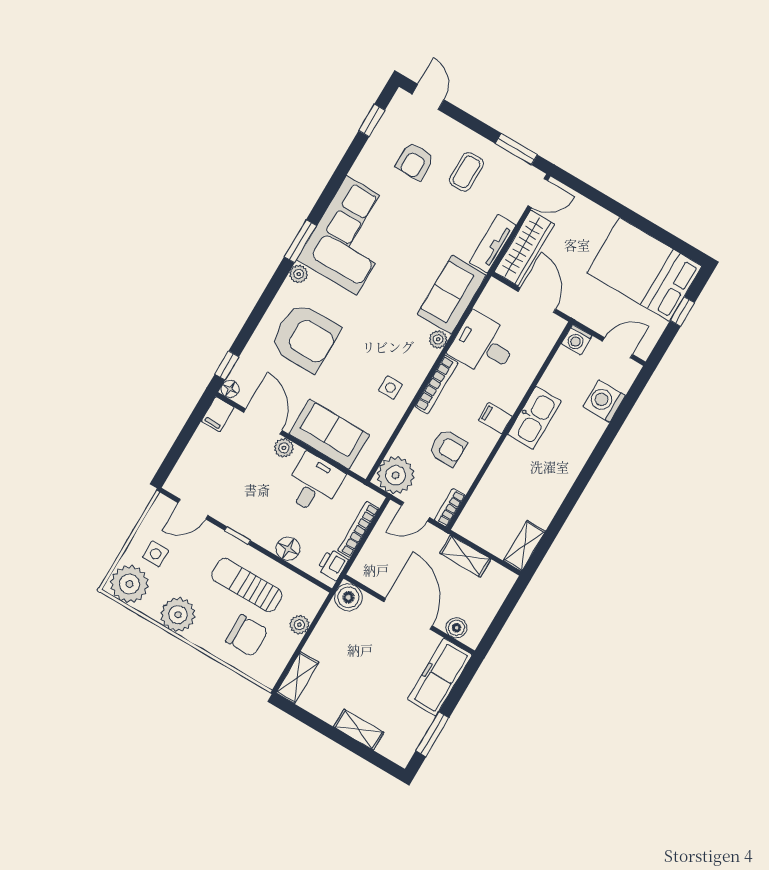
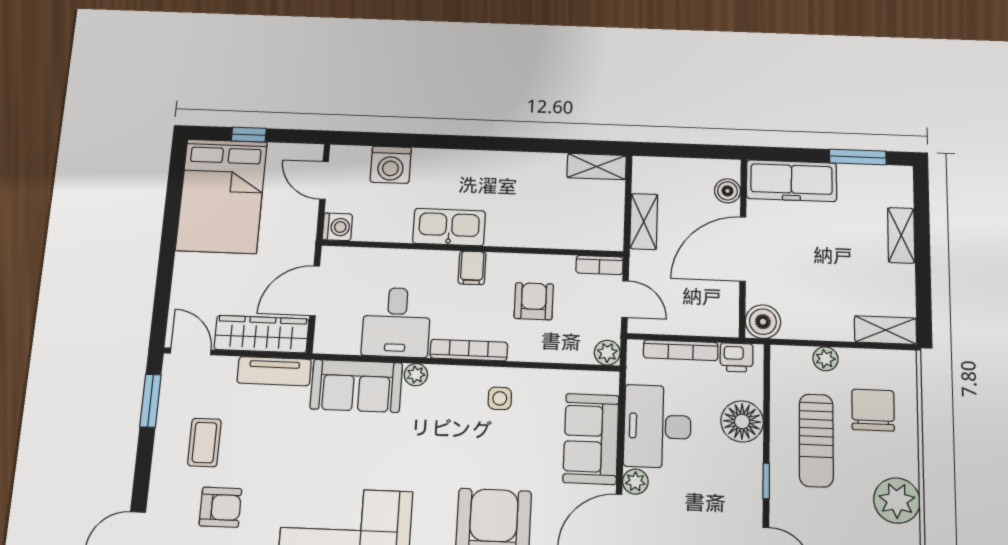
coffee table: (466, 172) -> (204, 442), turned 90
plant: (396, 475) -> (607, 353), width x0.53, depth x0.53
desk: (314, 484) -> (657, 426), width x1.37
floor lamp: (288, 549) -> (742, 421), width x1.38, depth x1.38

